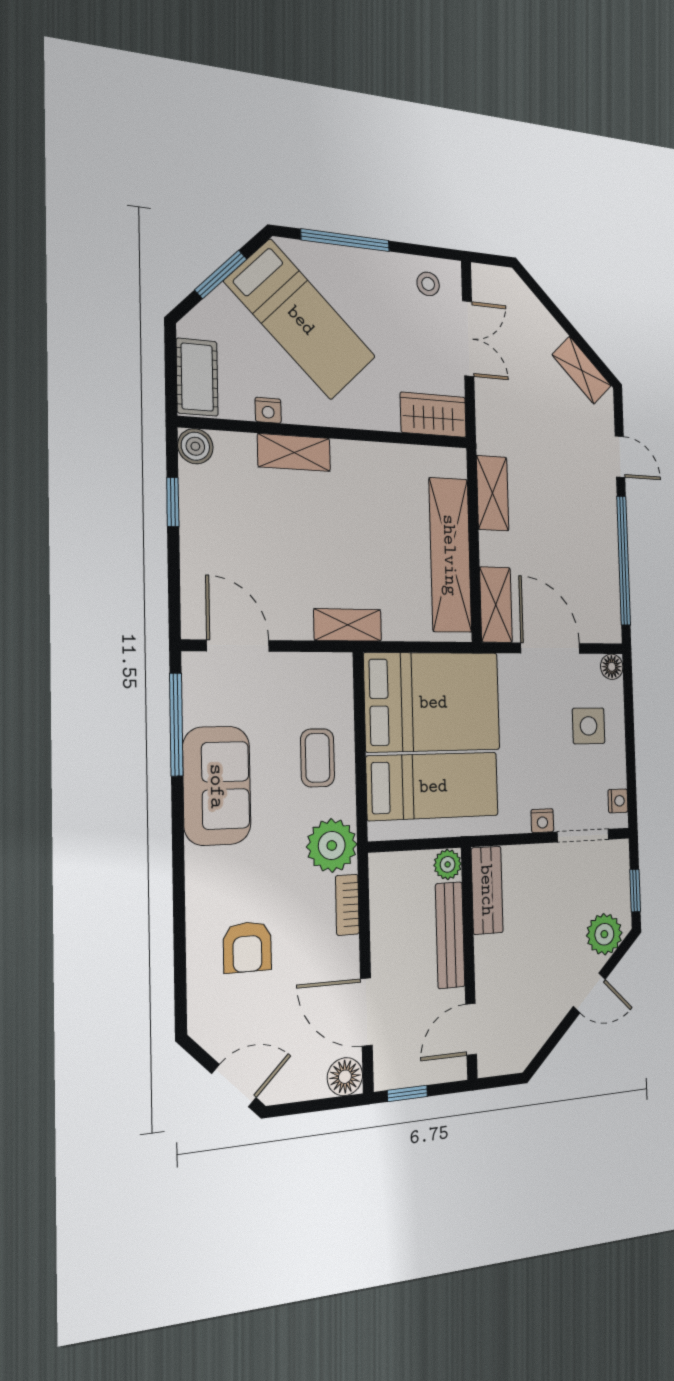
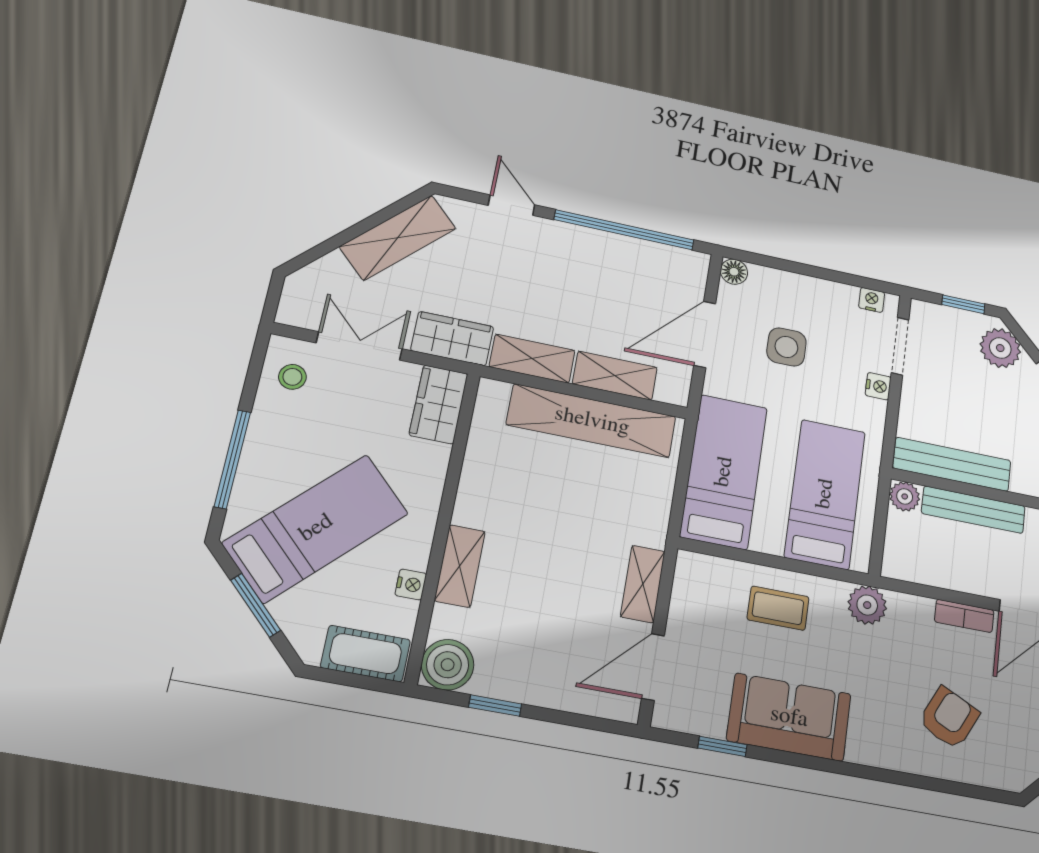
shelving: (582, 370) -> (398, 238), width x1.50, depth x1.33
wardrobe: (493, 419) -> (452, 339), added
boiler: (195, 446) -> (448, 665), width x1.36, depth x1.36
door: (620, 457) -> (511, 205), hinge flipped
shelving: (496, 605) -> (615, 376), moved
shelving: (348, 625) -> (643, 584), moved
bed: (433, 702) -> (724, 472), width x0.67
window: (176, 725) -> (722, 746), width x0.46
side table: (589, 726) -> (786, 347), moved
plant: (332, 845) -> (867, 605), width x0.73, depth x0.73
bench: (487, 890) -> (952, 464), width x1.36
bookcase: (347, 905) -> (964, 616), moved
armchair: (247, 947) -> (949, 718), turned -64

